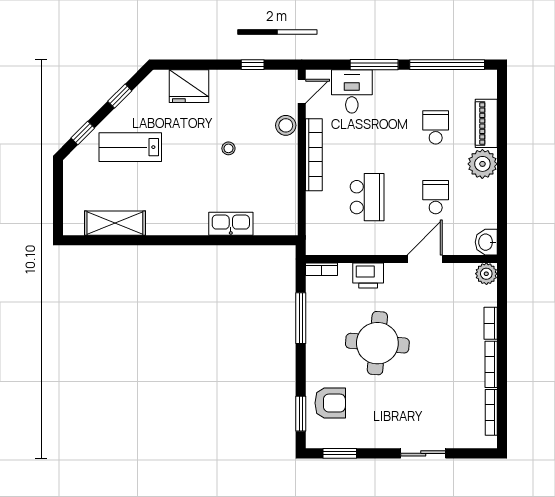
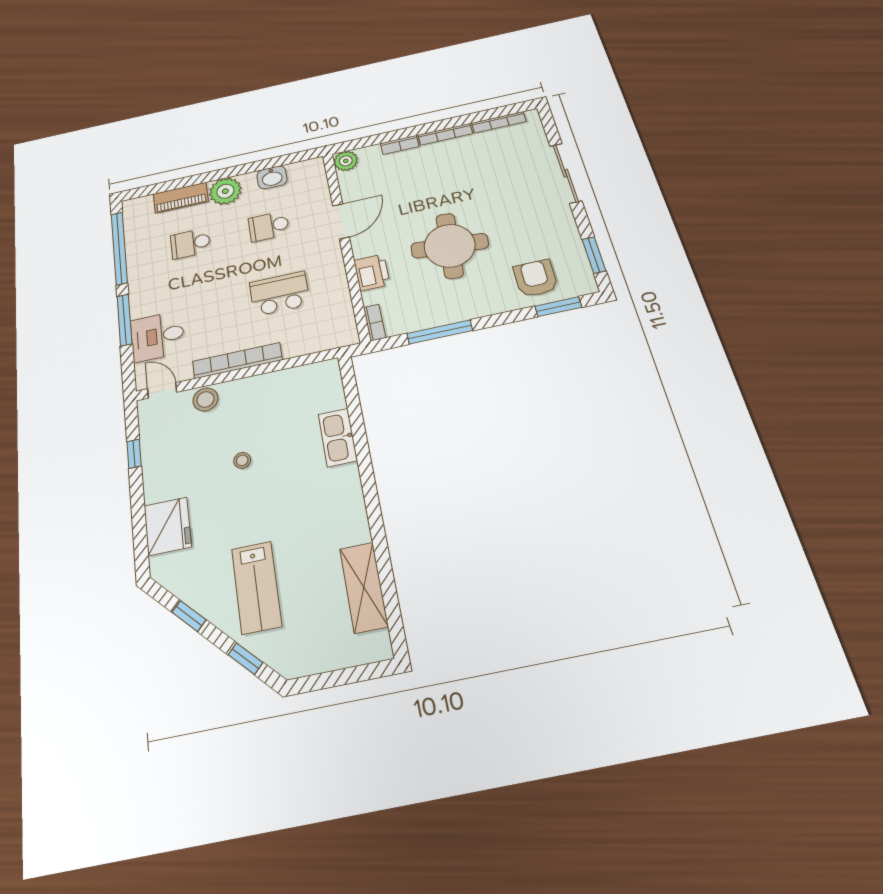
washbasin: (486, 242) -> (272, 177), moved
door: (425, 259) -> (341, 221), swing flipped
sliding door: (423, 453) -> (566, 173), width x1.37

